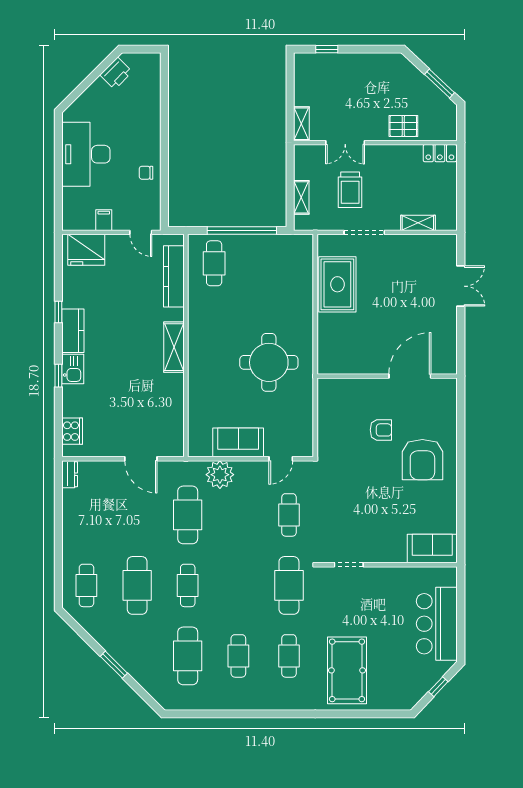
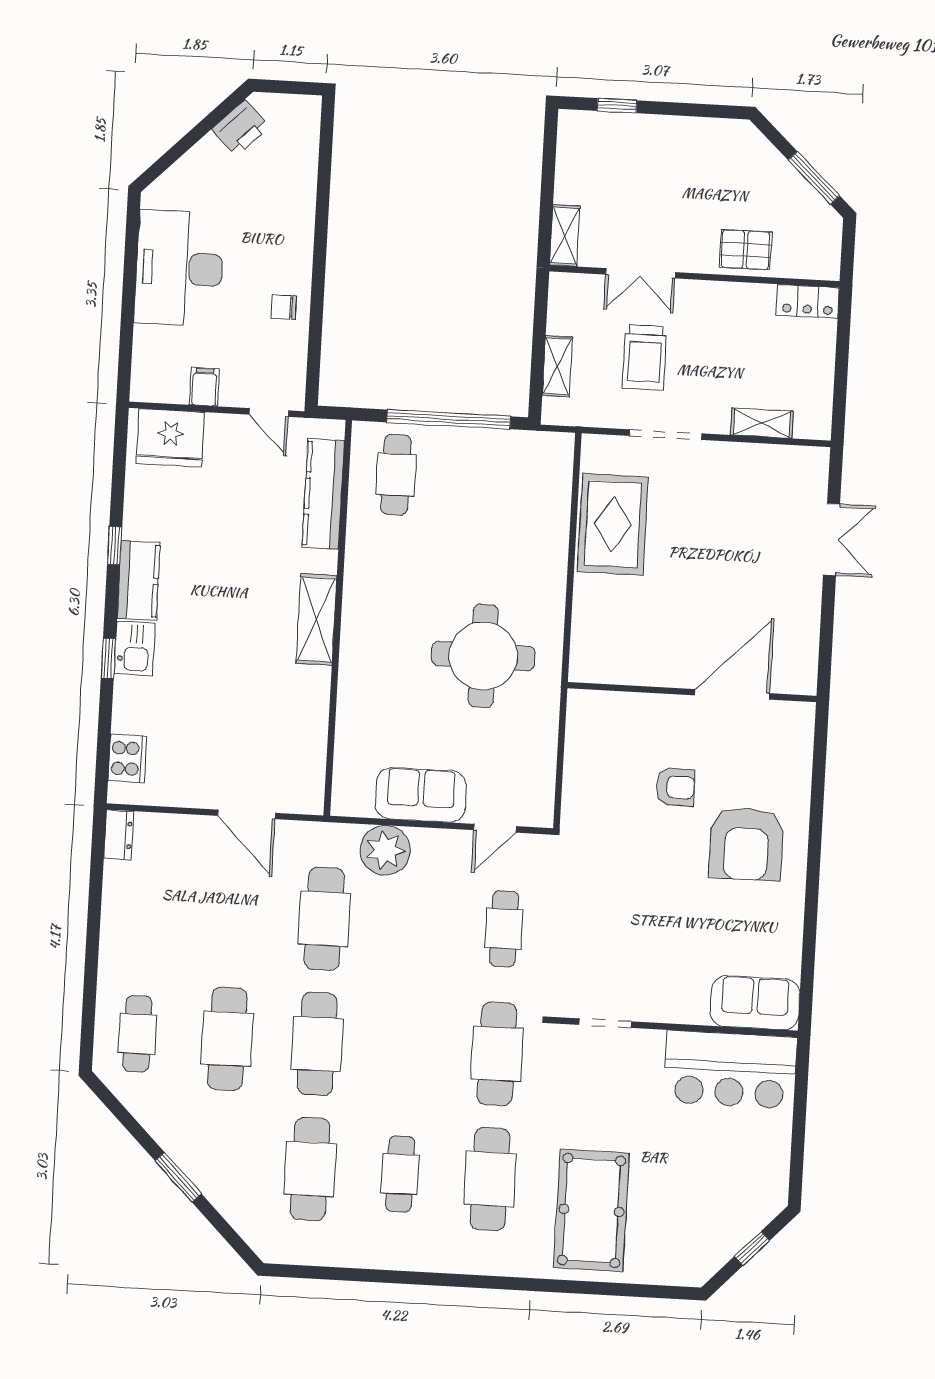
cafe table: (188, 585) -> (317, 1044), width x1.37, depth x1.35
bar counter: (437, 624) -> (730, 1070), moved, turned -90
cafe table: (289, 656) -> (490, 1179), width x1.37, depth x1.35

